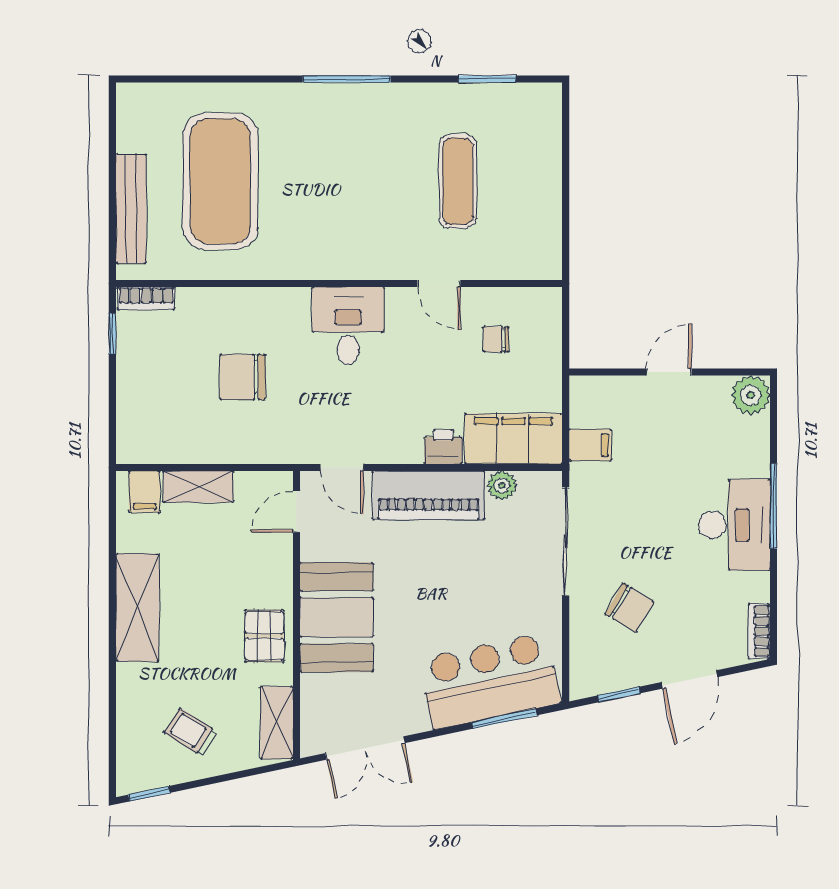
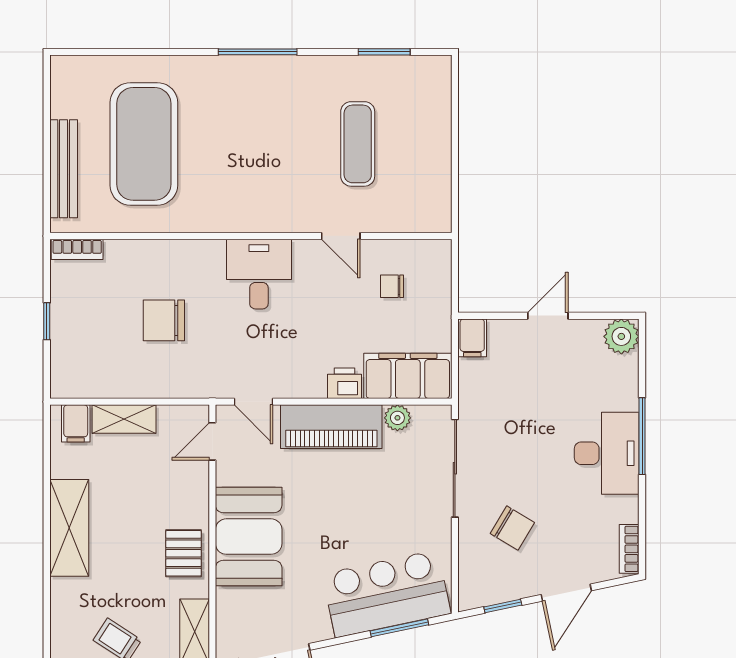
window: (112, 334) -> (47, 321), moved
filing cabinet: (590, 445) -> (472, 338), moved, turned 90

